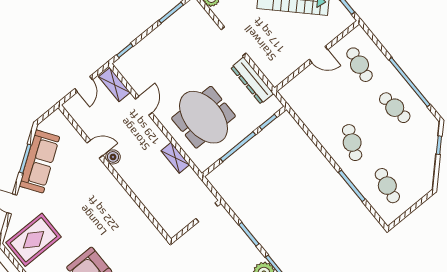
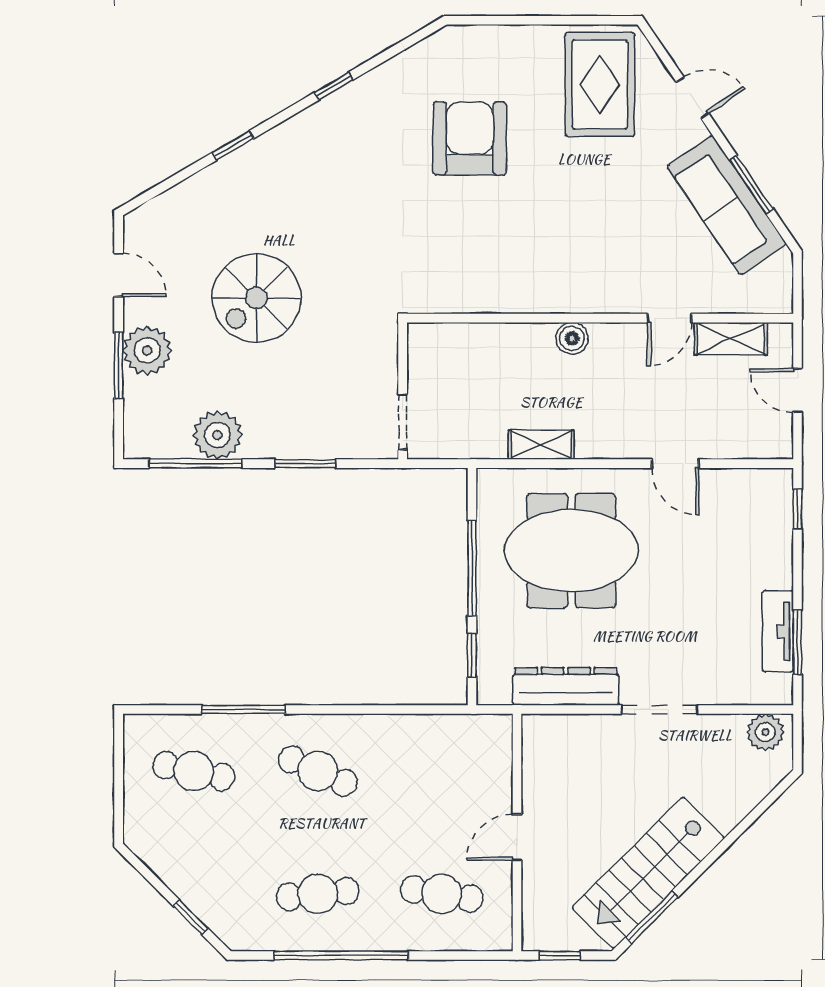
tv unit: (173, 23) -> (778, 631), added
shelving: (114, 85) -> (731, 339), moved
boiler: (113, 157) -> (572, 338), moved

